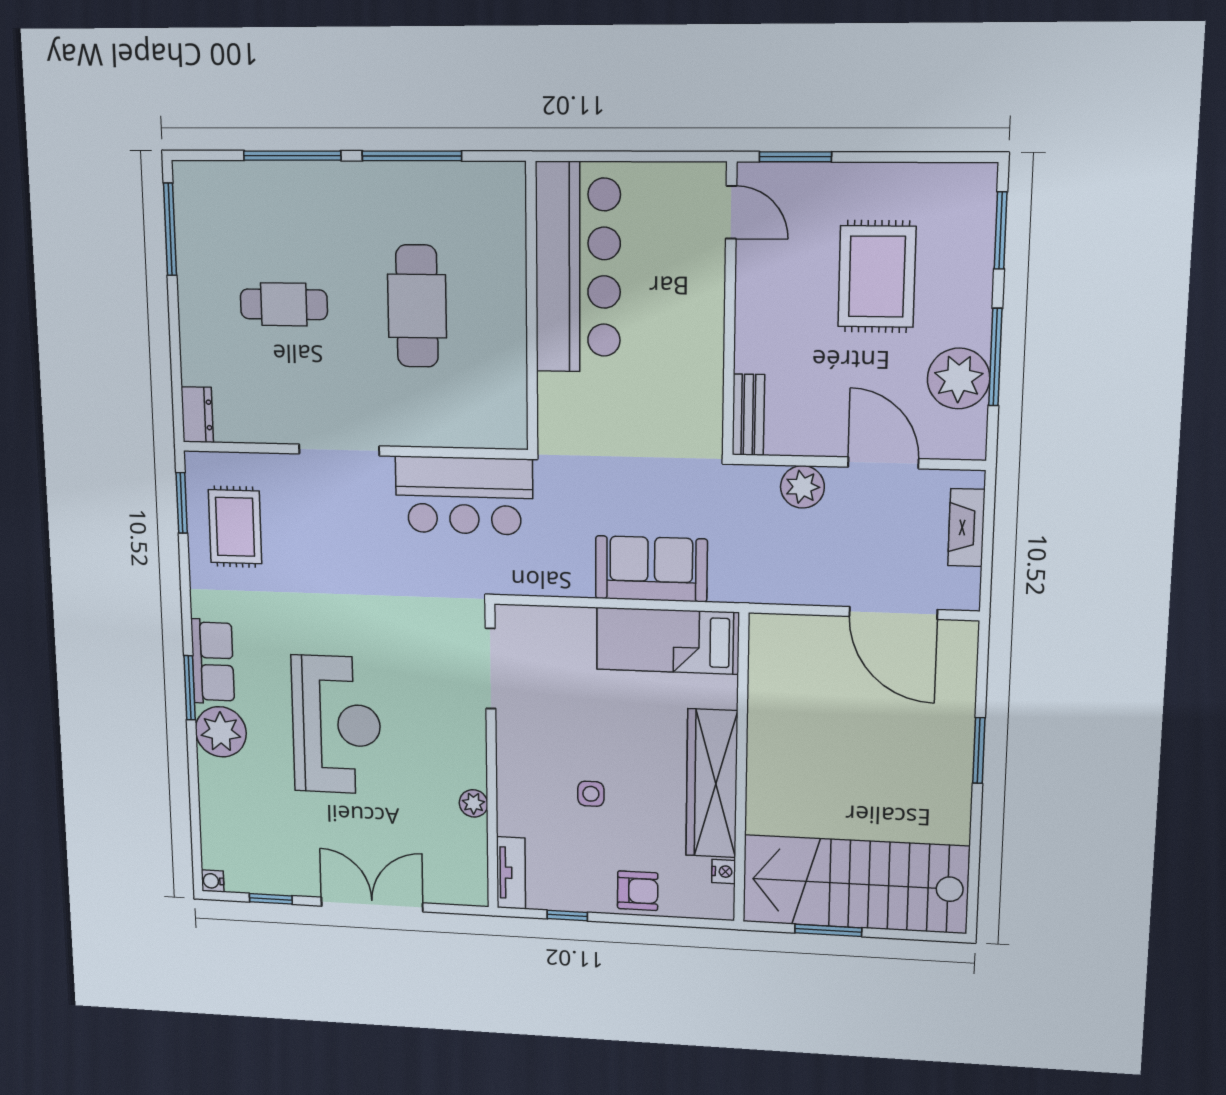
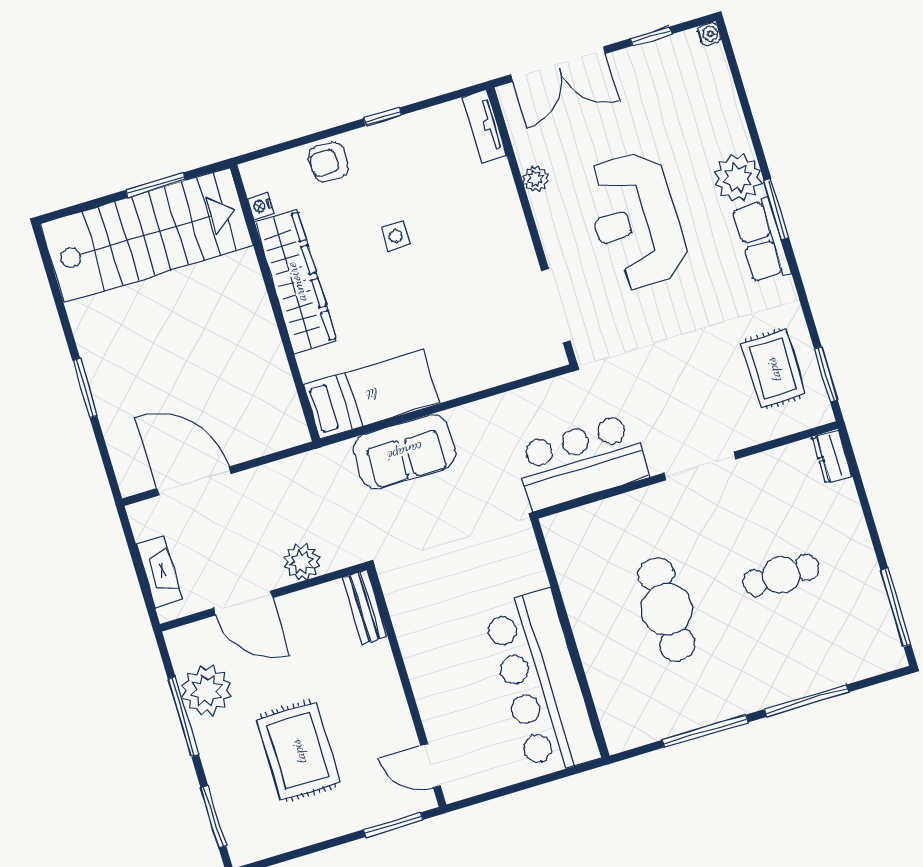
doorway: (491, 669) -> (556, 306), moved
wall: (491, 758) -> (532, 226), moved
plant: (474, 803) -> (536, 179), moved
tv unit: (511, 873) -> (484, 126), moved

